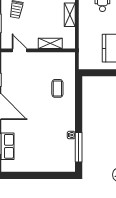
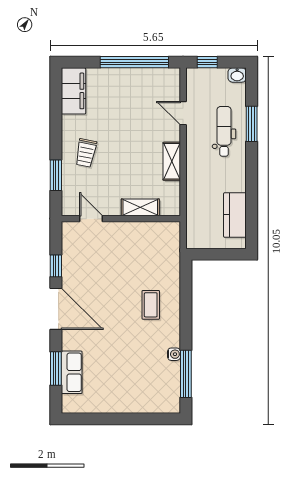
coffee table: (57, 88) -> (151, 305), moved

